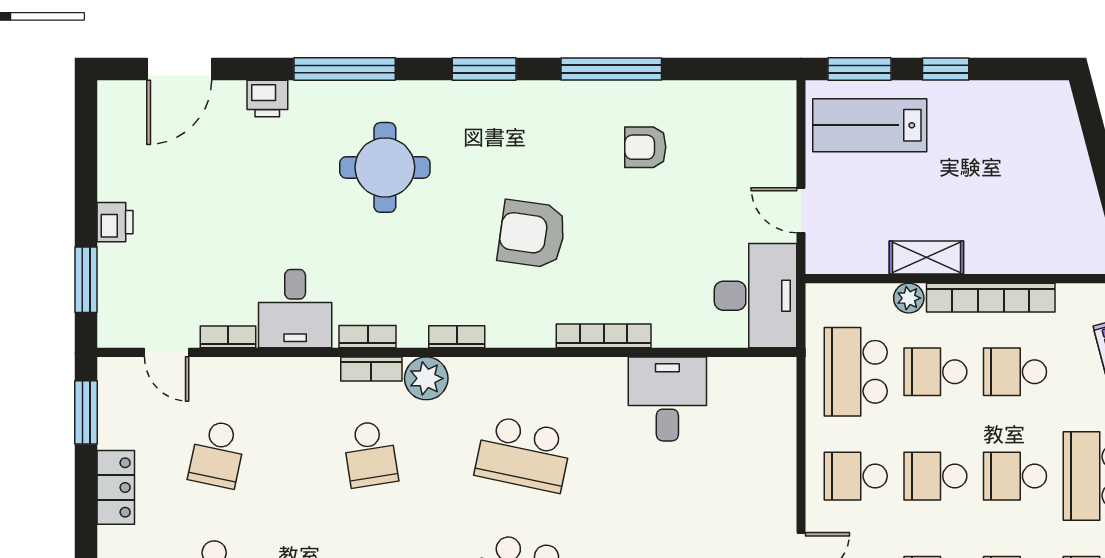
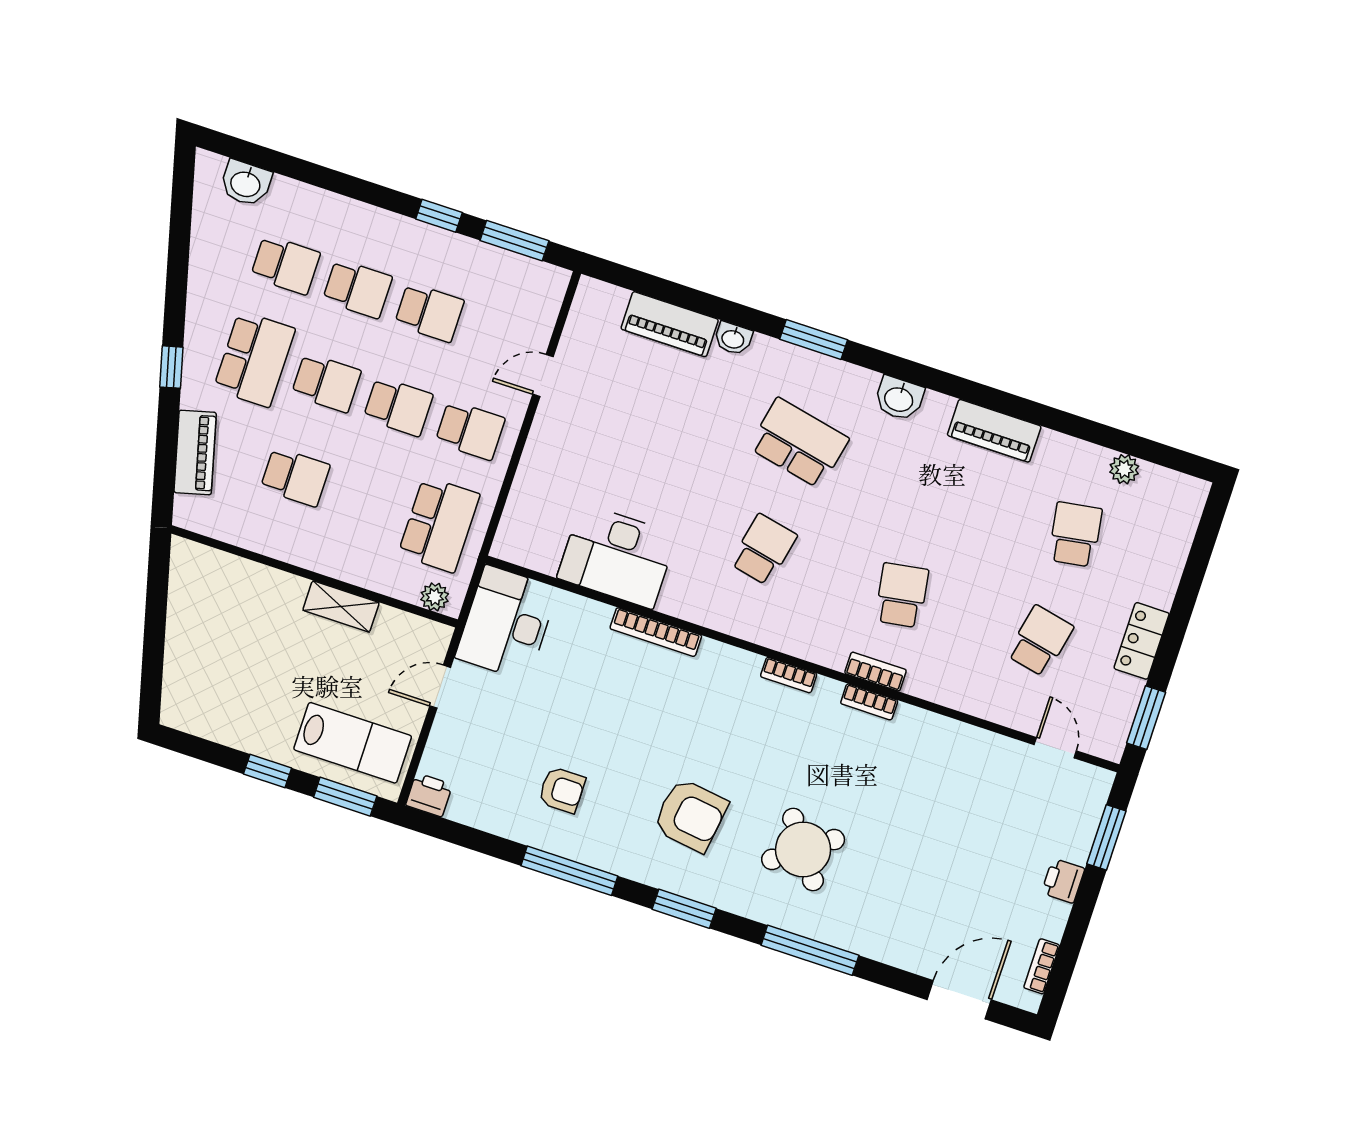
printer: (267, 99) -> (429, 795), moved
round table: (385, 167) -> (803, 849), turned -36
door: (801, 210) -> (440, 687), swing flipped
armchair: (532, 234) -> (690, 815), moved
plant: (909, 298) -> (435, 597), moved
bookcase: (991, 298) -> (295, 551), removed
desk: (295, 309) -> (926, 749), removed
bookcase: (228, 337) -> (1042, 966), moved, turned 90
school desk: (935, 372) -> (367, 501), removed
plant: (426, 378) -> (829, 647), removed
desk: (667, 399) -> (617, 556), width x1.37
school desk: (523, 454) -> (764, 550), width x0.54

